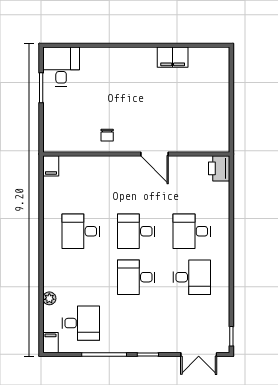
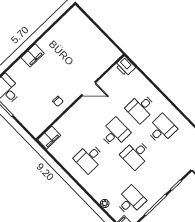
filing cabinet: (173, 57) -> (33, 55), moved
filing cabinet: (51, 166) -> (49, 138), width x2.00
desk: (136, 231) -> (115, 133), turned 180

